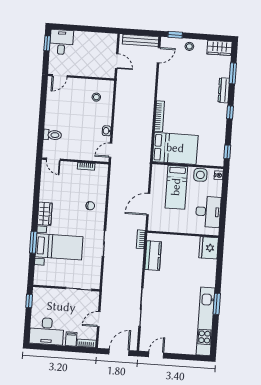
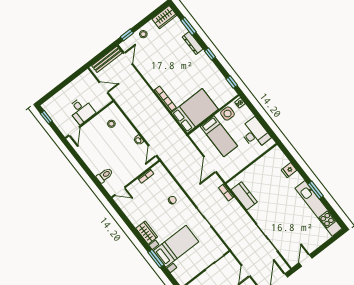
desk: (61, 42) -> (81, 110), moved, turned 180
fridge: (209, 248) -> (289, 170), moved, width x0.53, depth x0.75

